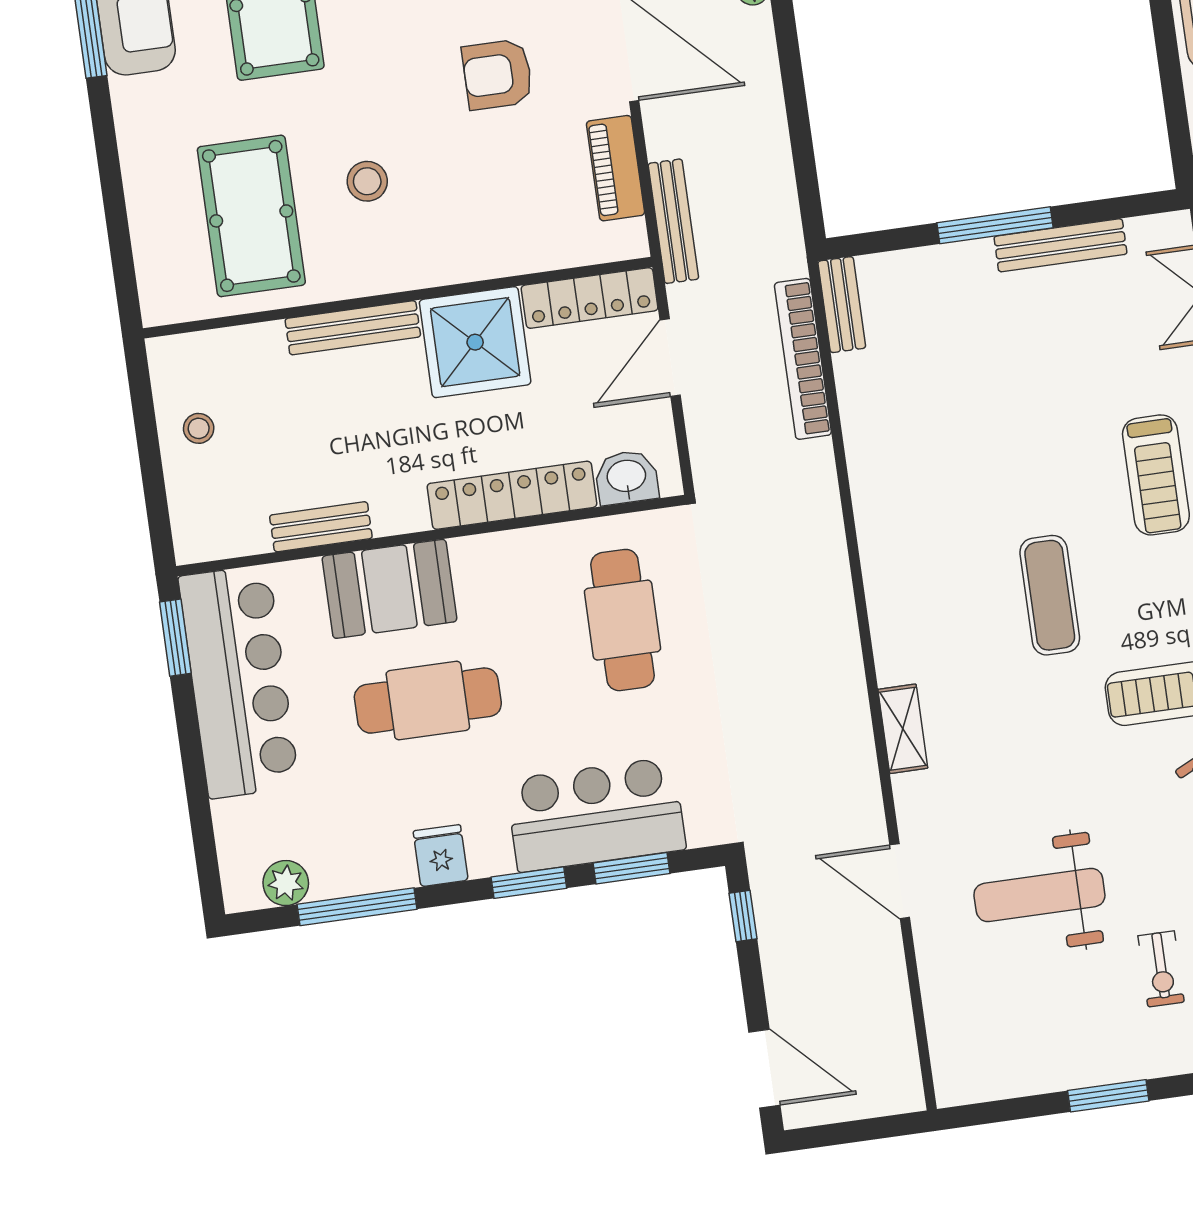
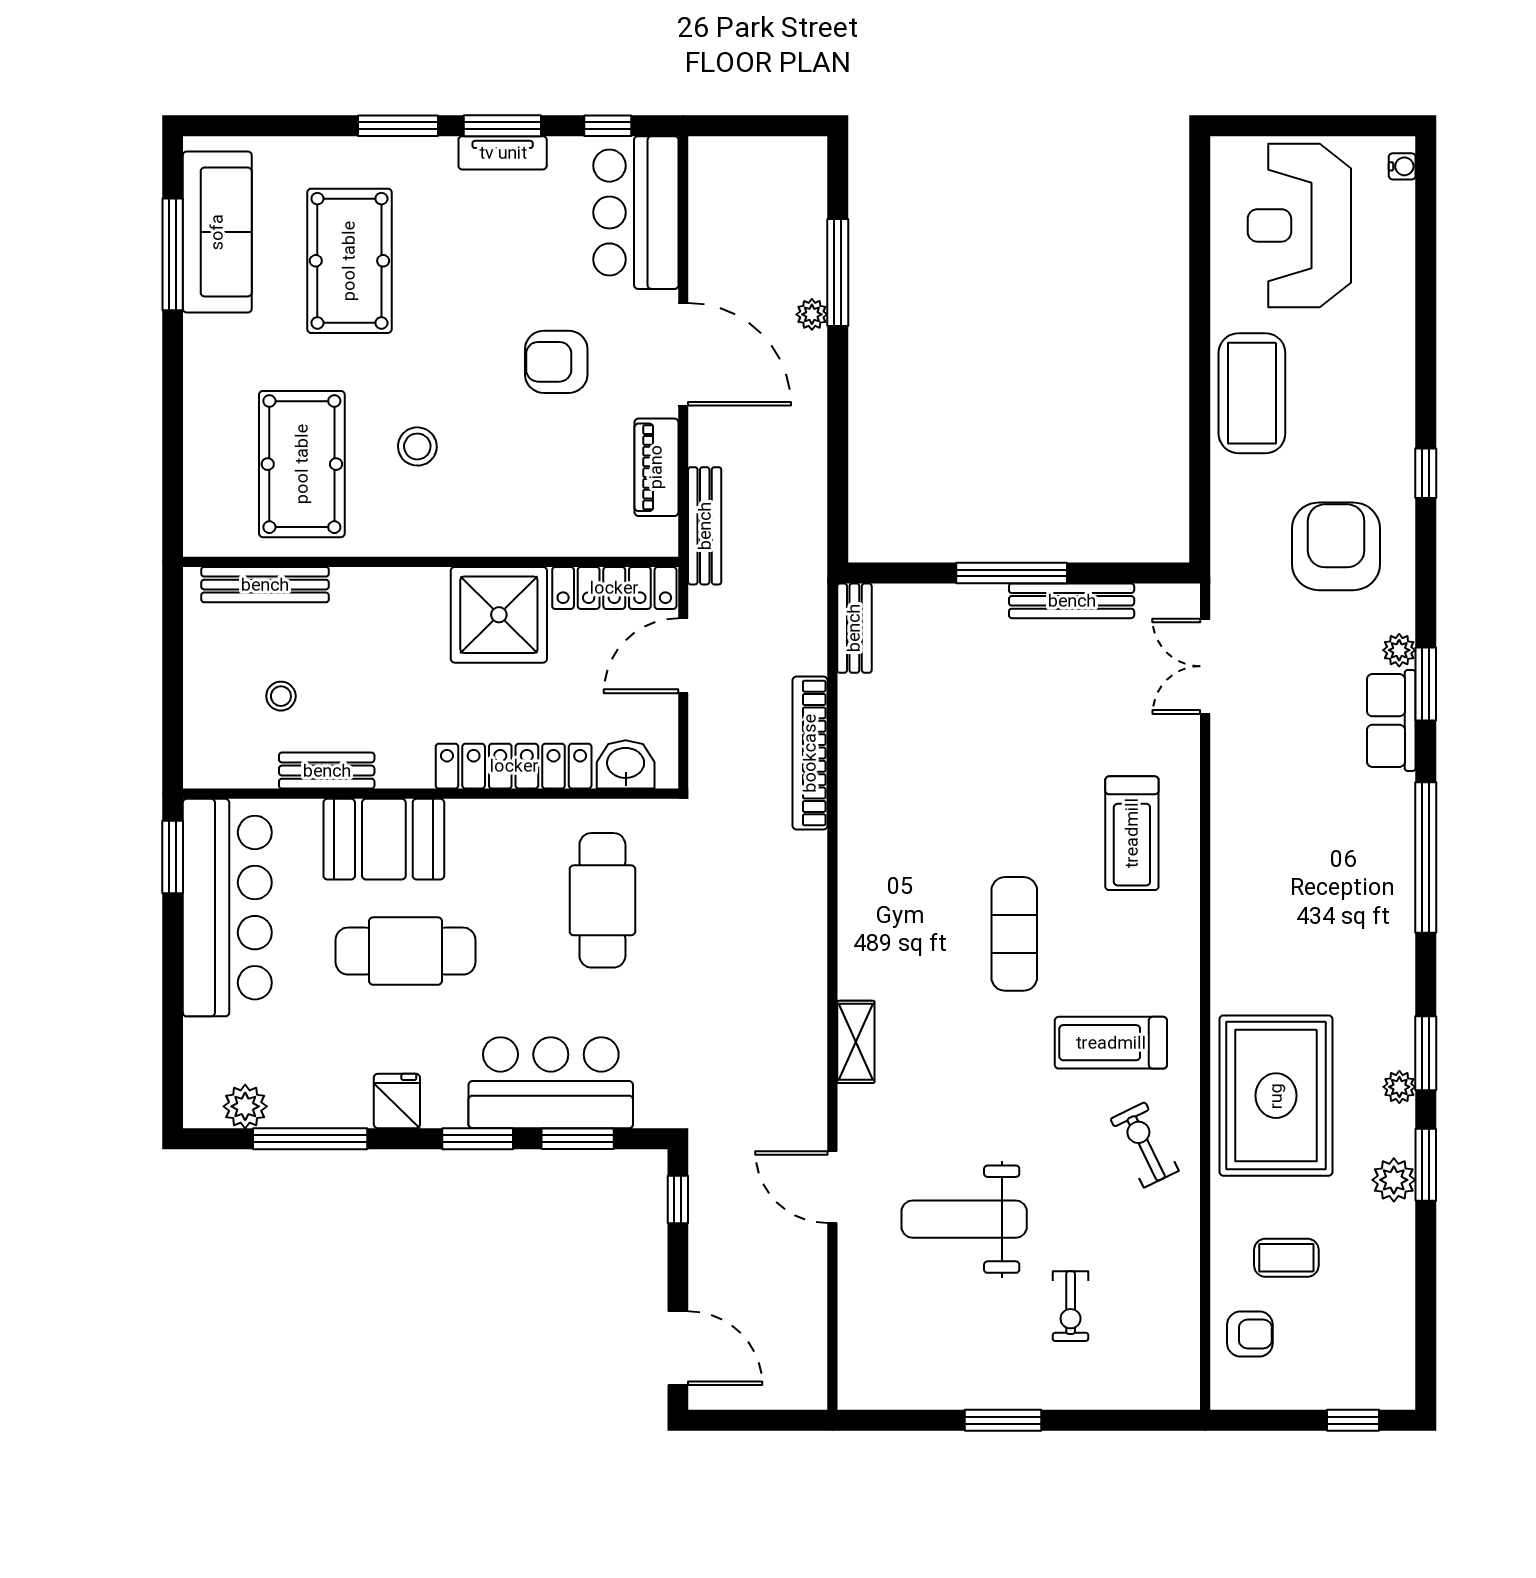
bench: (353, 328) -> (265, 585), moved
bookcase: (803, 359) -> (810, 753), moved
stool: (199, 428) -> (281, 696), moved

